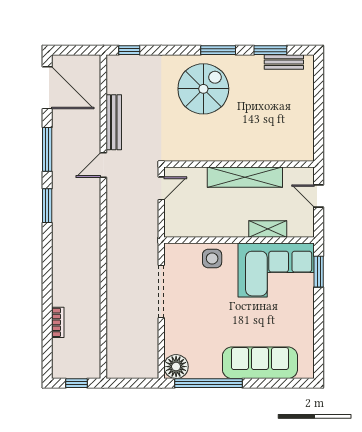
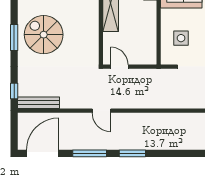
window: (218, 50) -> (14, 38), moved
bench: (114, 122) -> (39, 103), moved
side table: (212, 258) -> (181, 38), moved

